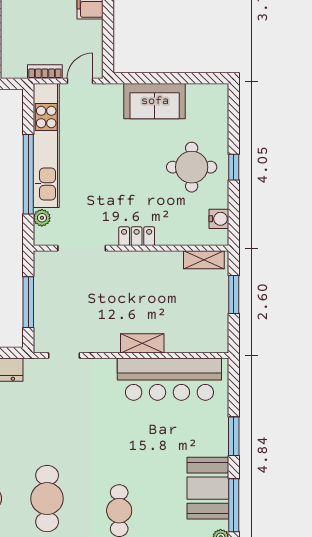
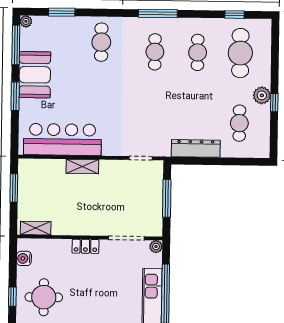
plant: (42, 218) -> (156, 247), moved
window: (234, 295) -> (14, 188), moved
booth: (208, 488) -> (35, 75), moved
cafe table: (47, 499) -> (155, 52), width x0.73, depth x0.74

